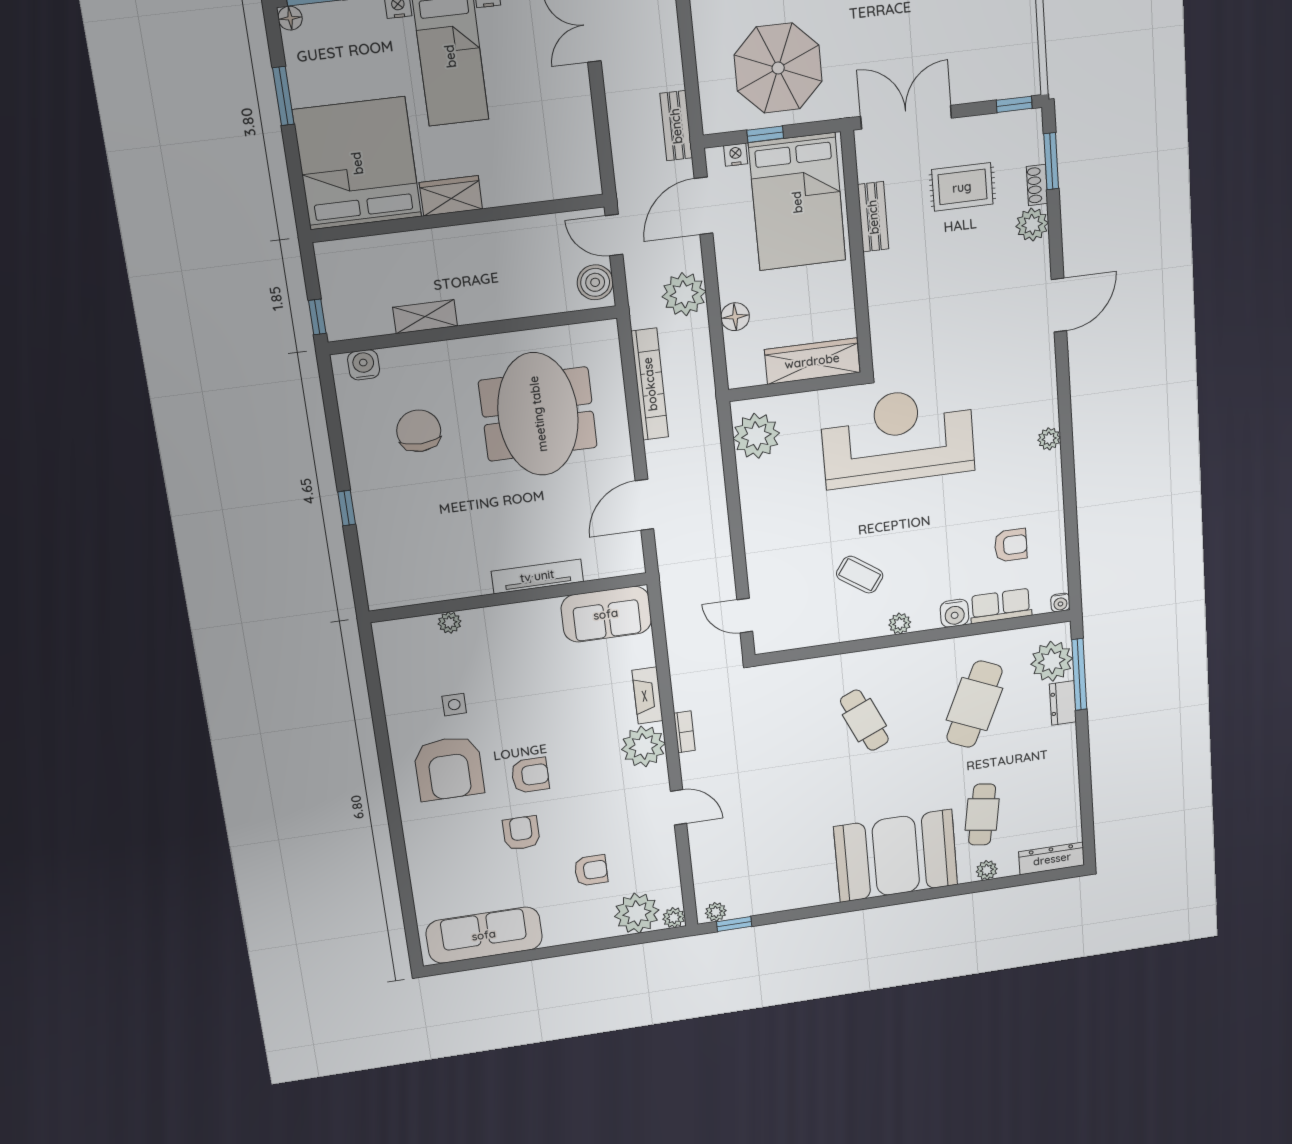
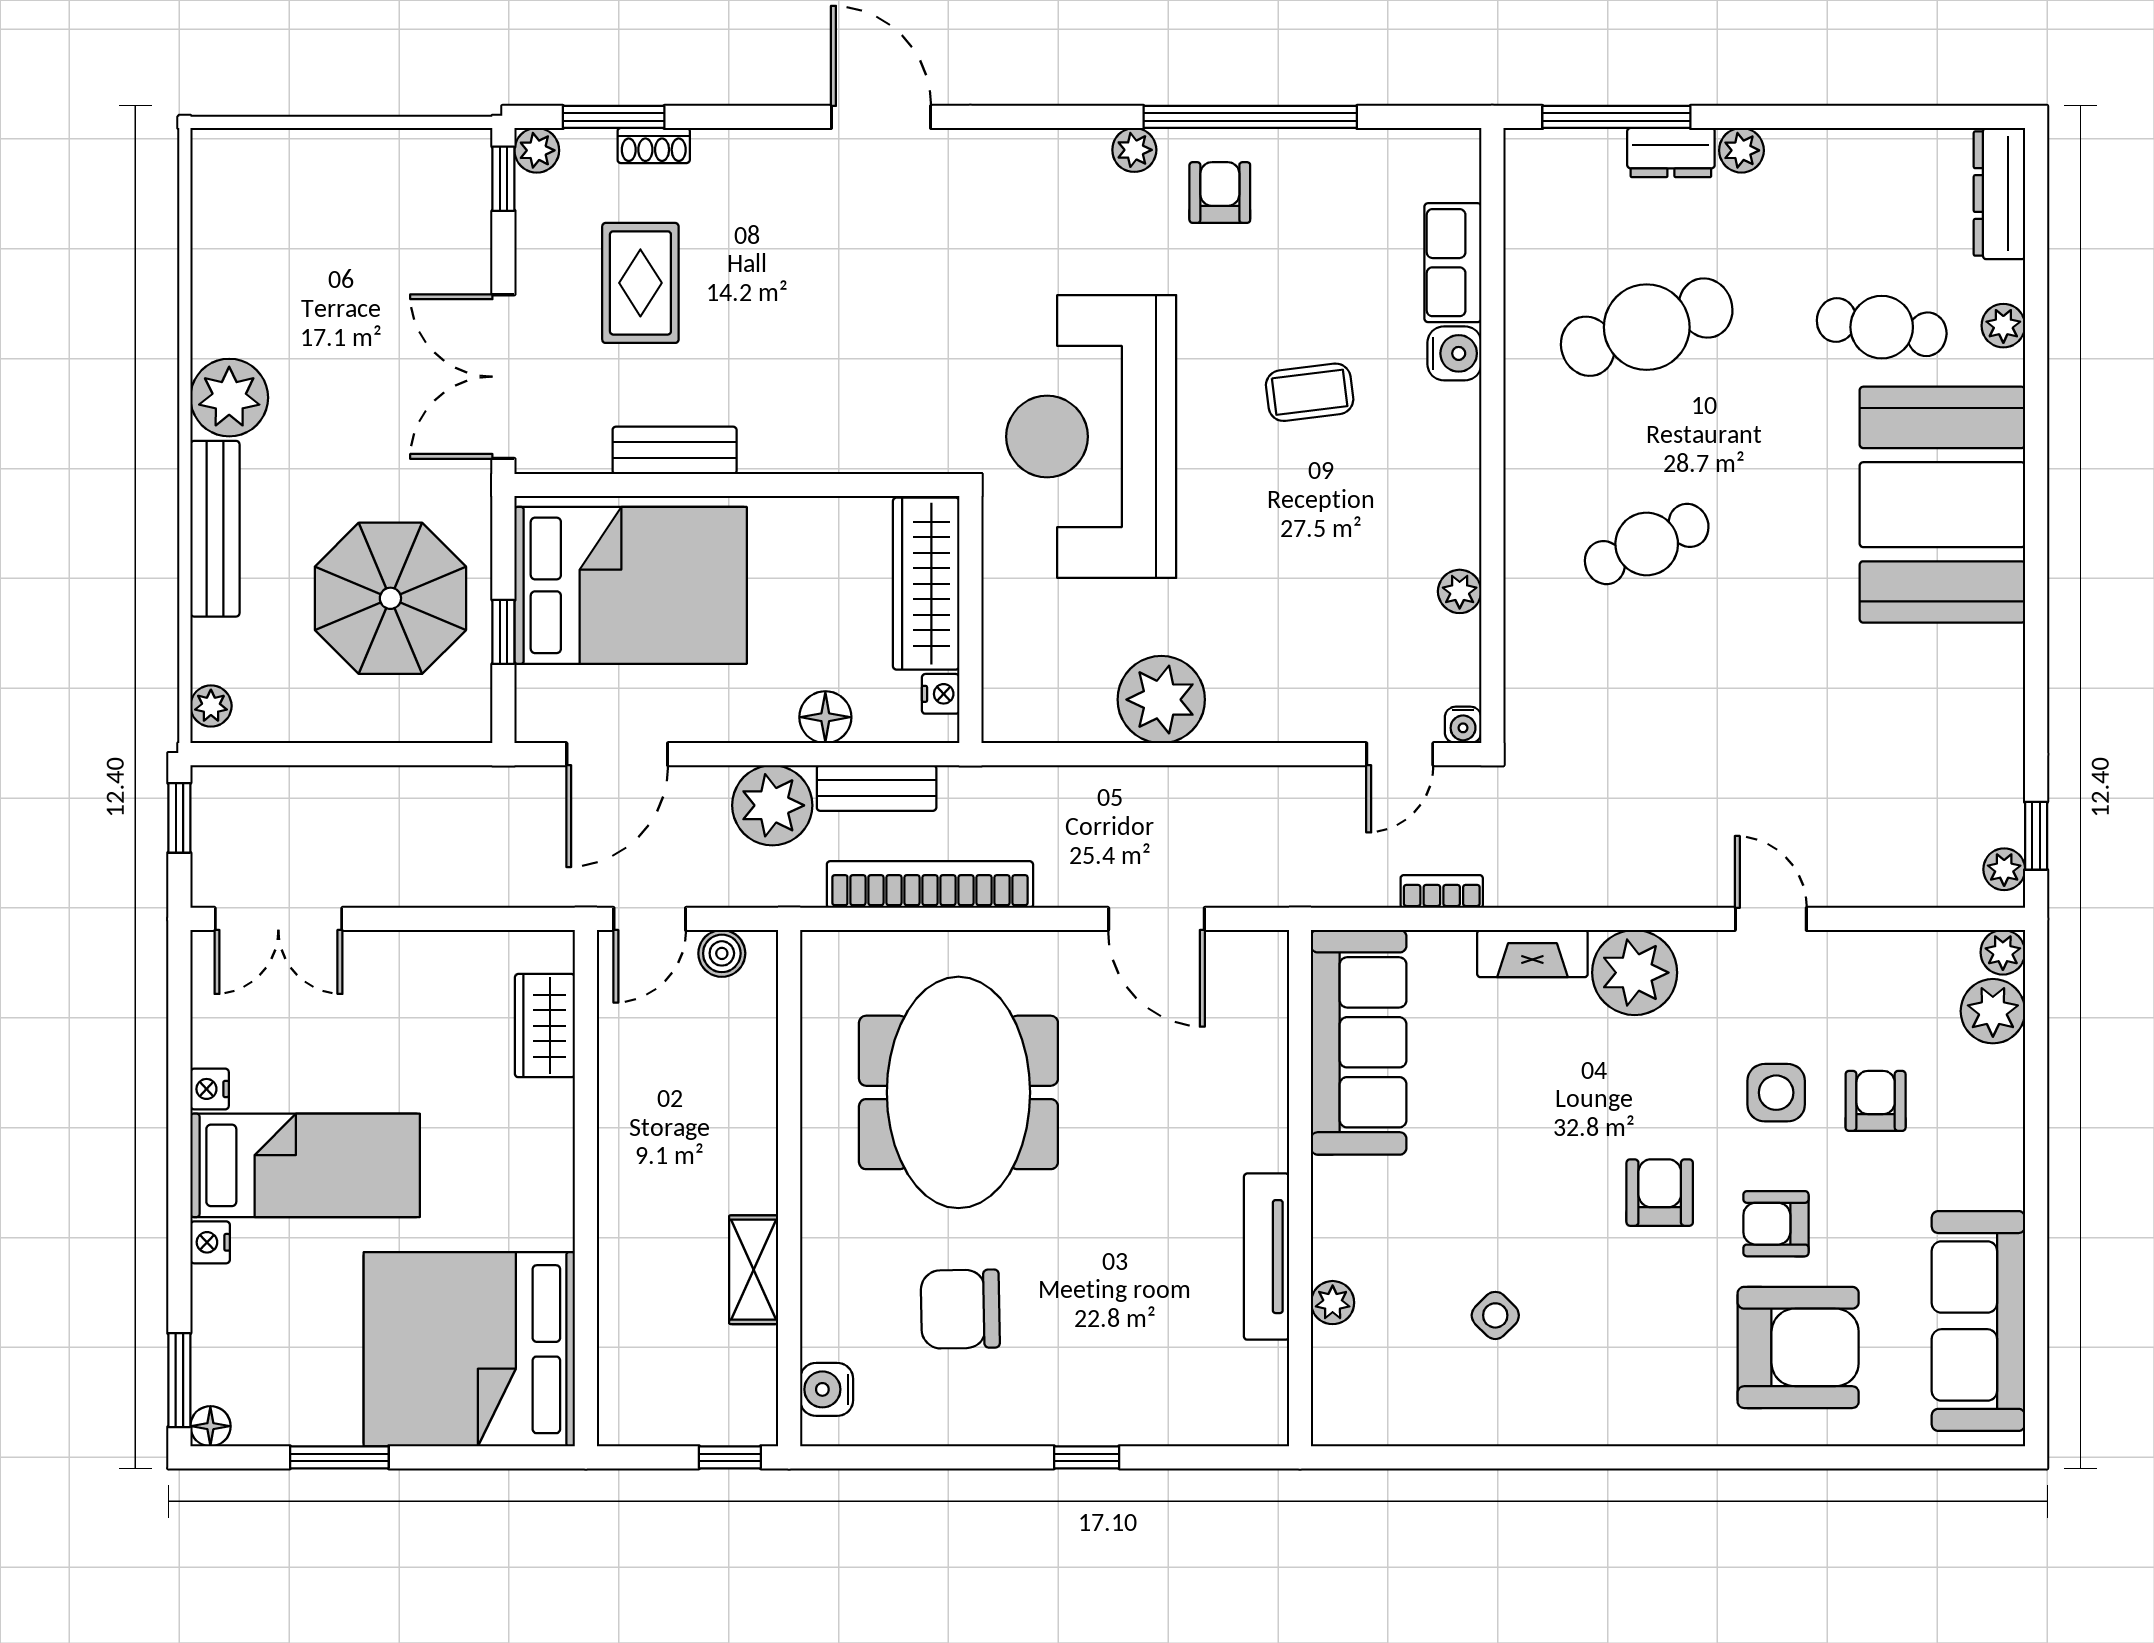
bench: (676, 126) -> (877, 788), moved
nightstand: (736, 155) -> (941, 694), moved, turned 180
wardrobe: (451, 196) -> (545, 1026), moved
door: (704, 206) -> (617, 754), hinge flipped
plant: (1032, 225) -> (537, 150), moved, width x0.73, depth x0.73
boiler: (595, 282) -> (722, 953), width x0.73, depth x0.73
meeting table: (538, 414) -> (958, 1092), turned 90
plant: (756, 436) -> (1161, 700), moved
window: (1069, 495) -> (1250, 117), added
armchair: (1011, 545) -> (1220, 193), moved
coffee table: (860, 575) -> (1310, 392), moved, turned 48
tv unit: (537, 576) -> (1266, 1257), moved
water cooler: (1060, 603) -> (1463, 725), moved, turned 90
sofa: (606, 614) -> (1359, 1042), width x1.36
plant: (900, 624) -> (1460, 591), moved
plant: (1052, 661) -> (1741, 150), moved, width x0.53, depth x0.53
cafe table: (974, 704) -> (1647, 327), turned -42
side table: (454, 705) -> (1495, 1315), turned 45
bookcase: (684, 732) -> (1442, 892), moved
armchair: (449, 768) -> (1798, 1347), moved
door: (678, 807) -> (1771, 919), hinge flipped
side table: (589, 823) -> (1776, 1093), added
plant: (637, 913) -> (1993, 1011), width x0.73, depth x0.73

